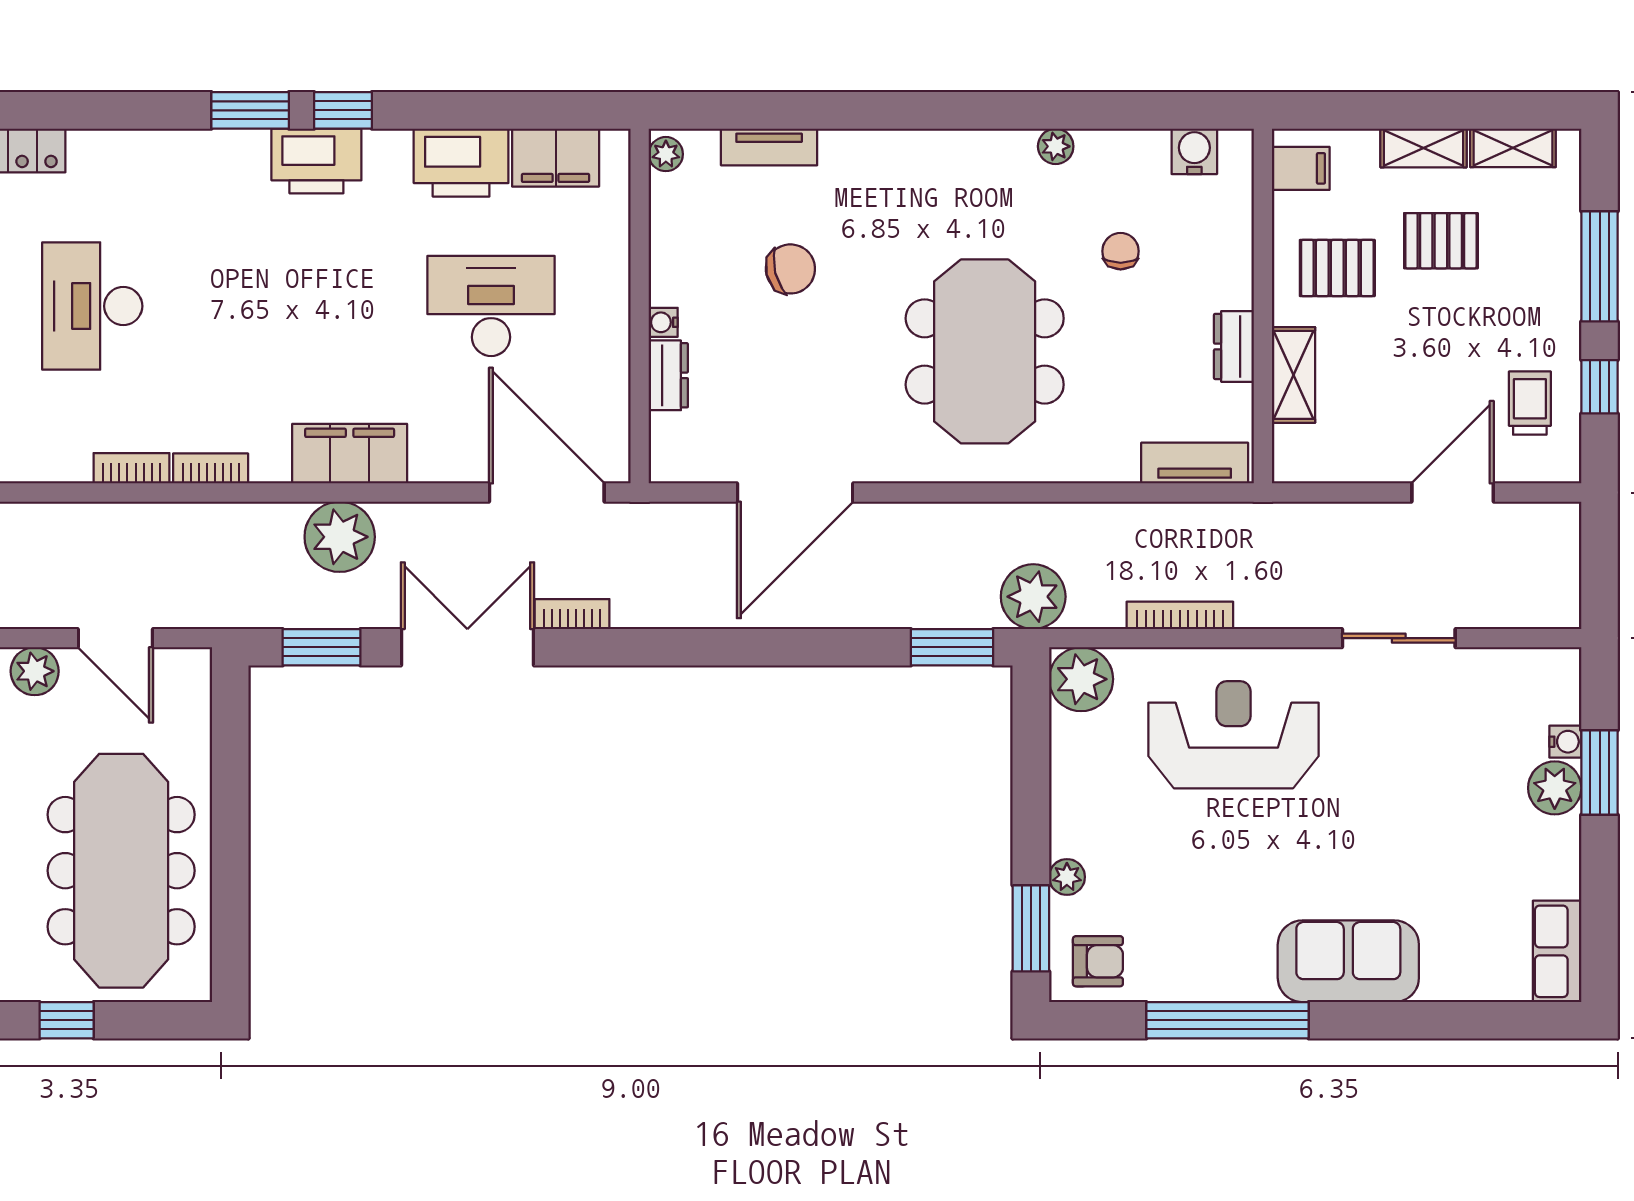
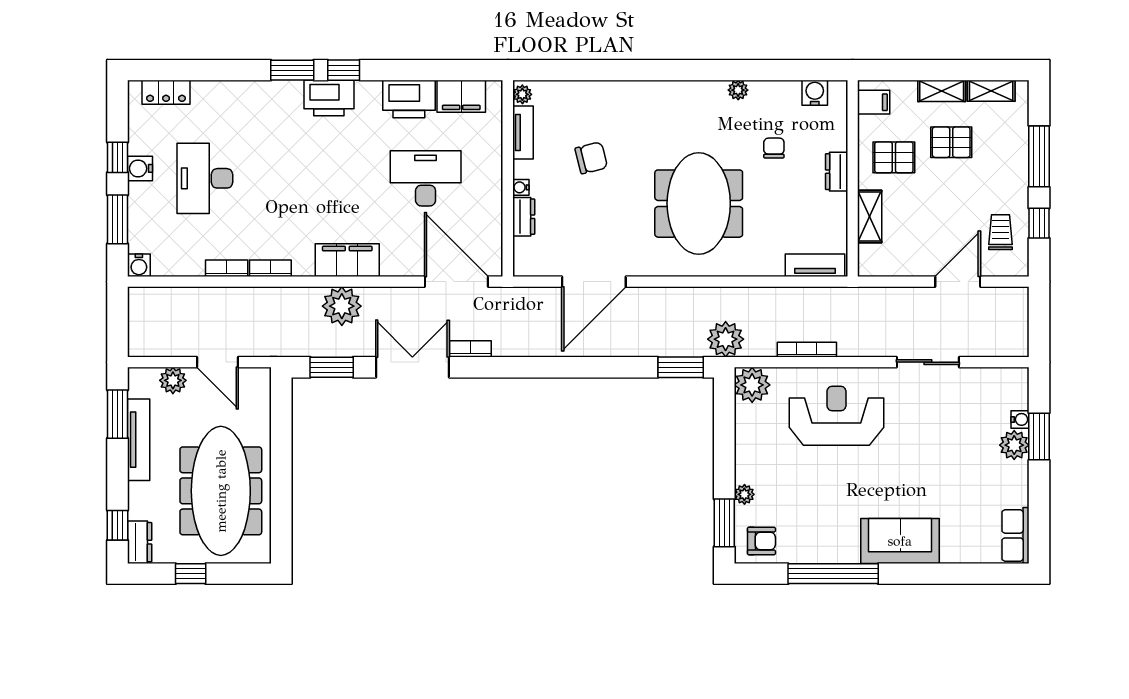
tv unit: (769, 147) -> (523, 132), moved, turned -90
dresser: (1234, 346) -> (837, 172), moved

